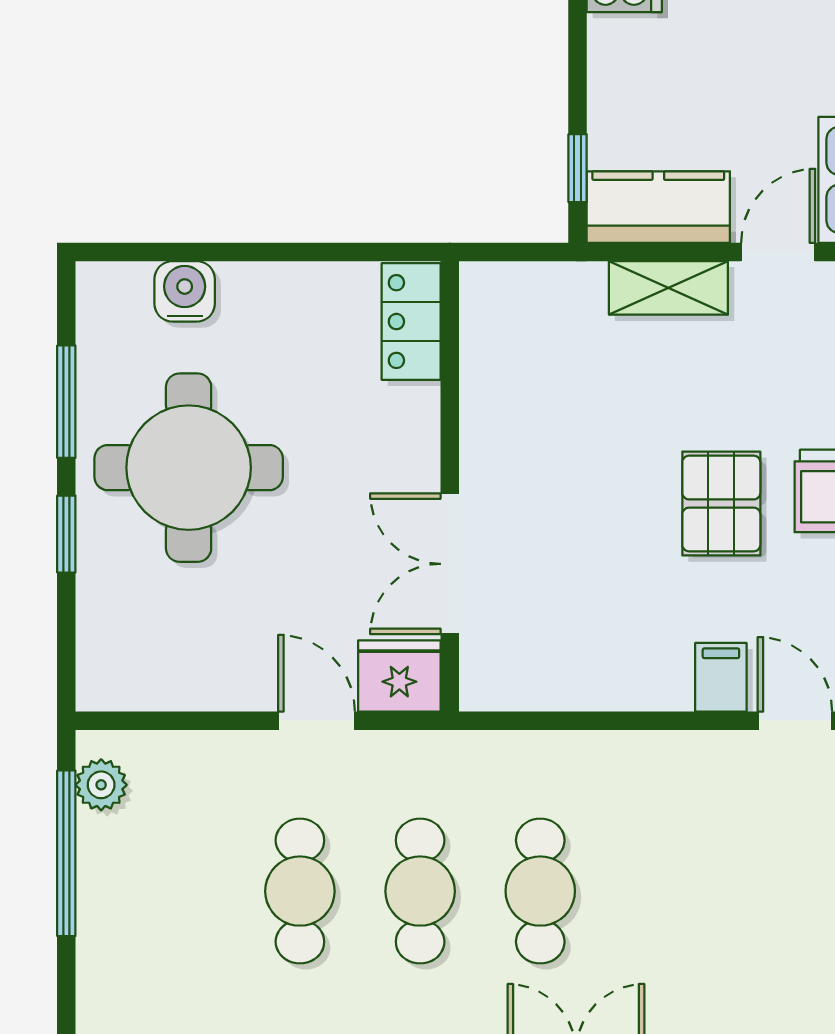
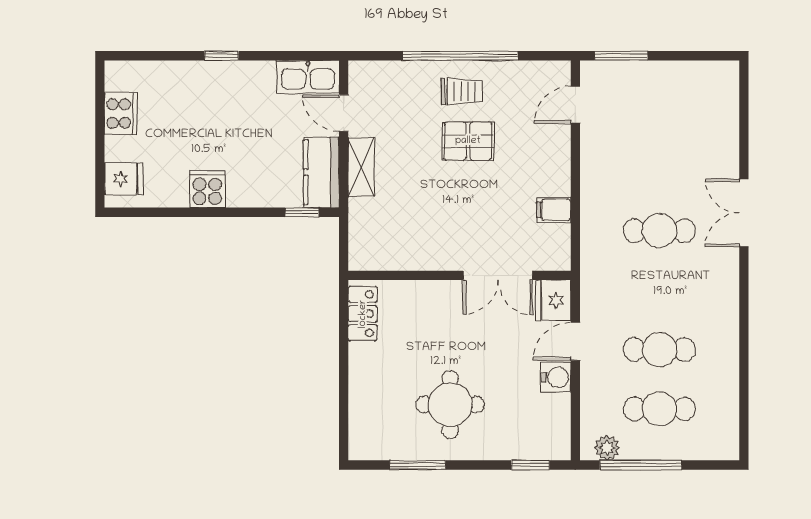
water cooler: (185, 291) -> (556, 377), moved, turned 180
locker: (411, 322) -> (363, 314), moved, turned -90
round table: (189, 468) -> (450, 405), width x0.73, depth x0.73
window: (66, 534) -> (530, 465), moved
filing cabinet: (721, 677) -> (554, 210), moved
cafe table: (420, 891) -> (660, 409), moved

